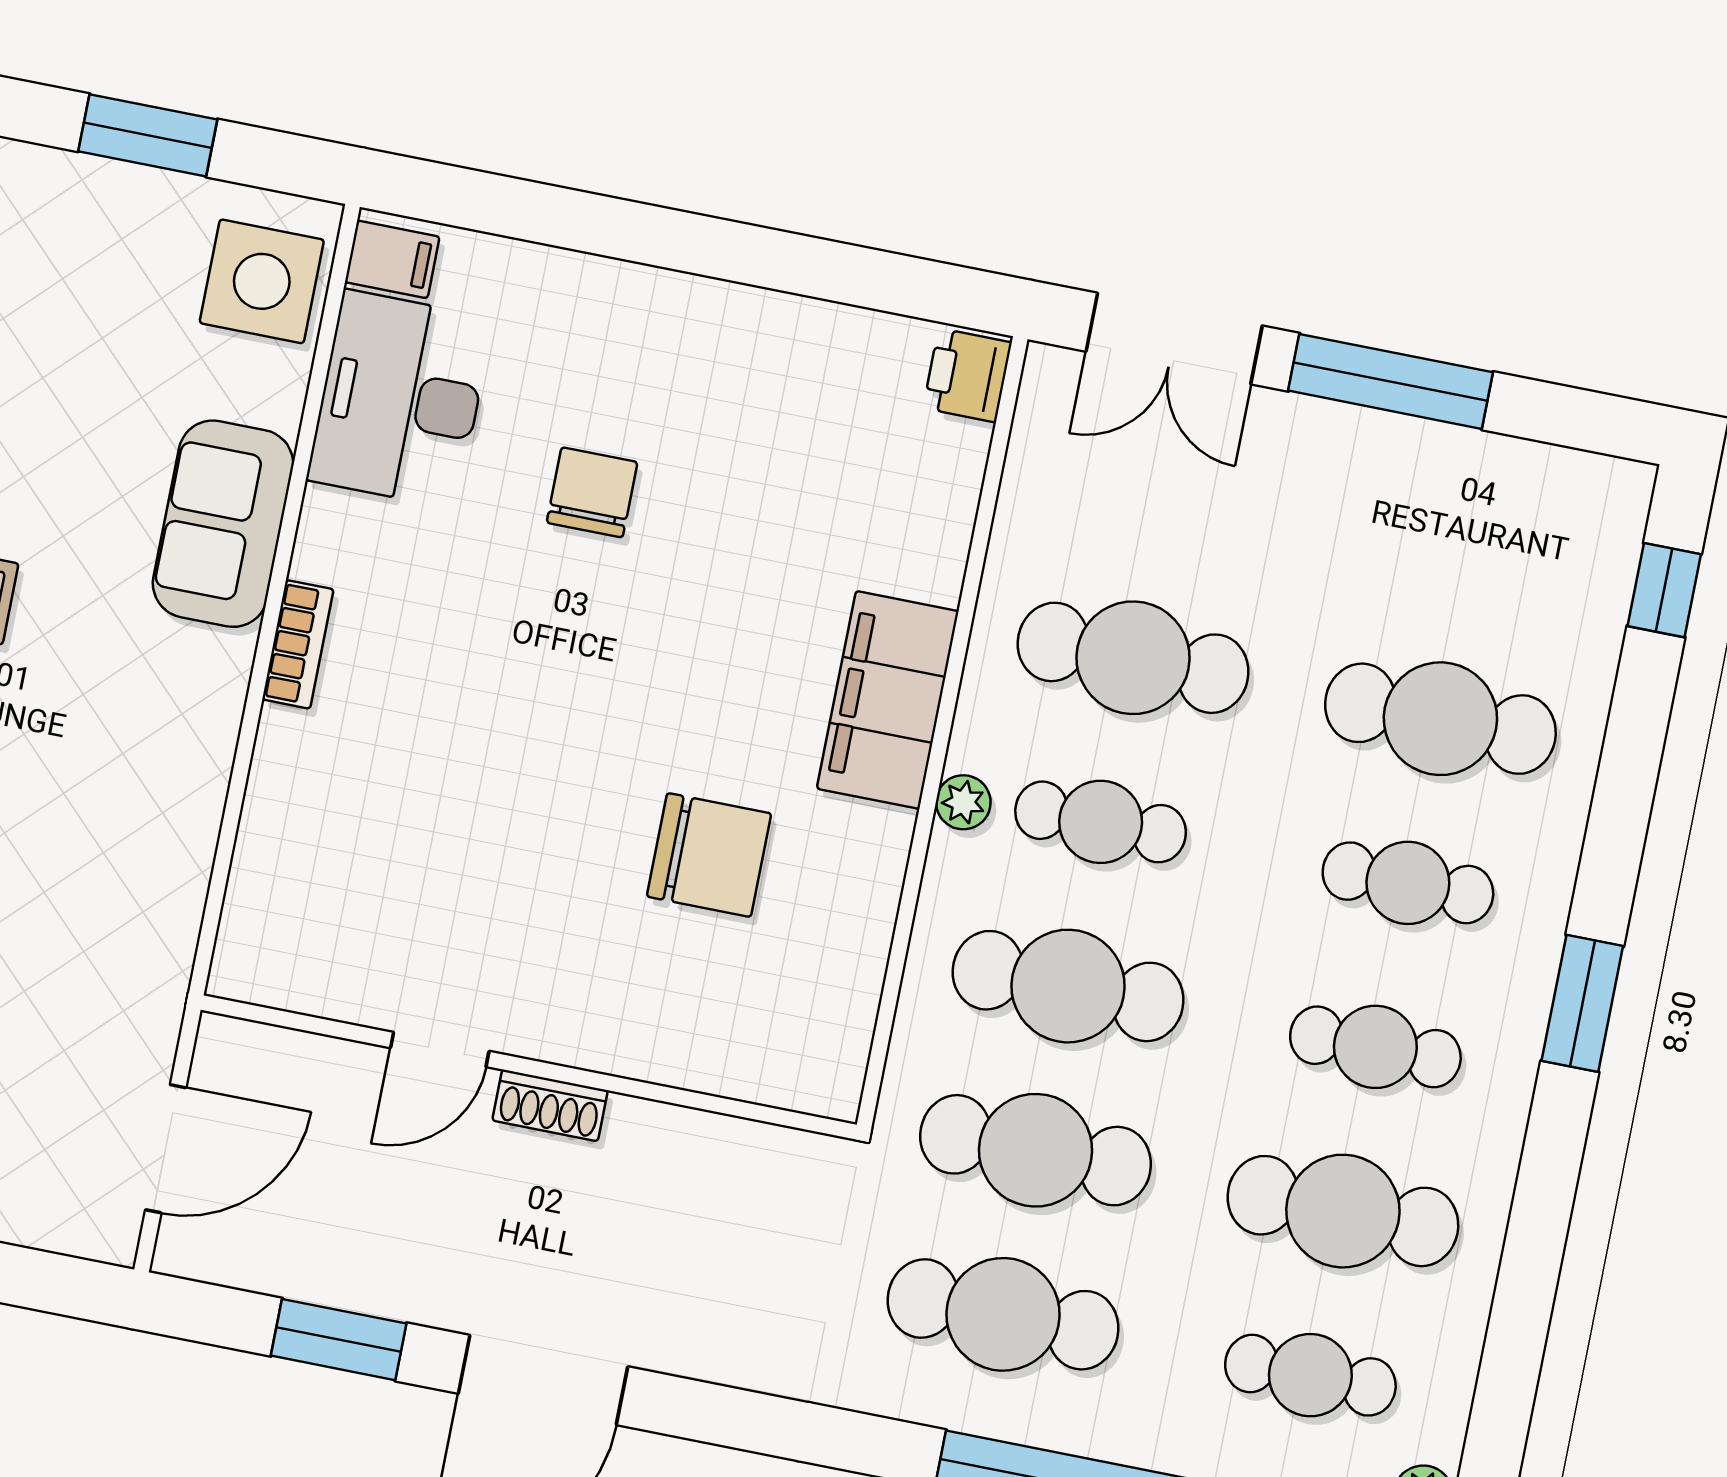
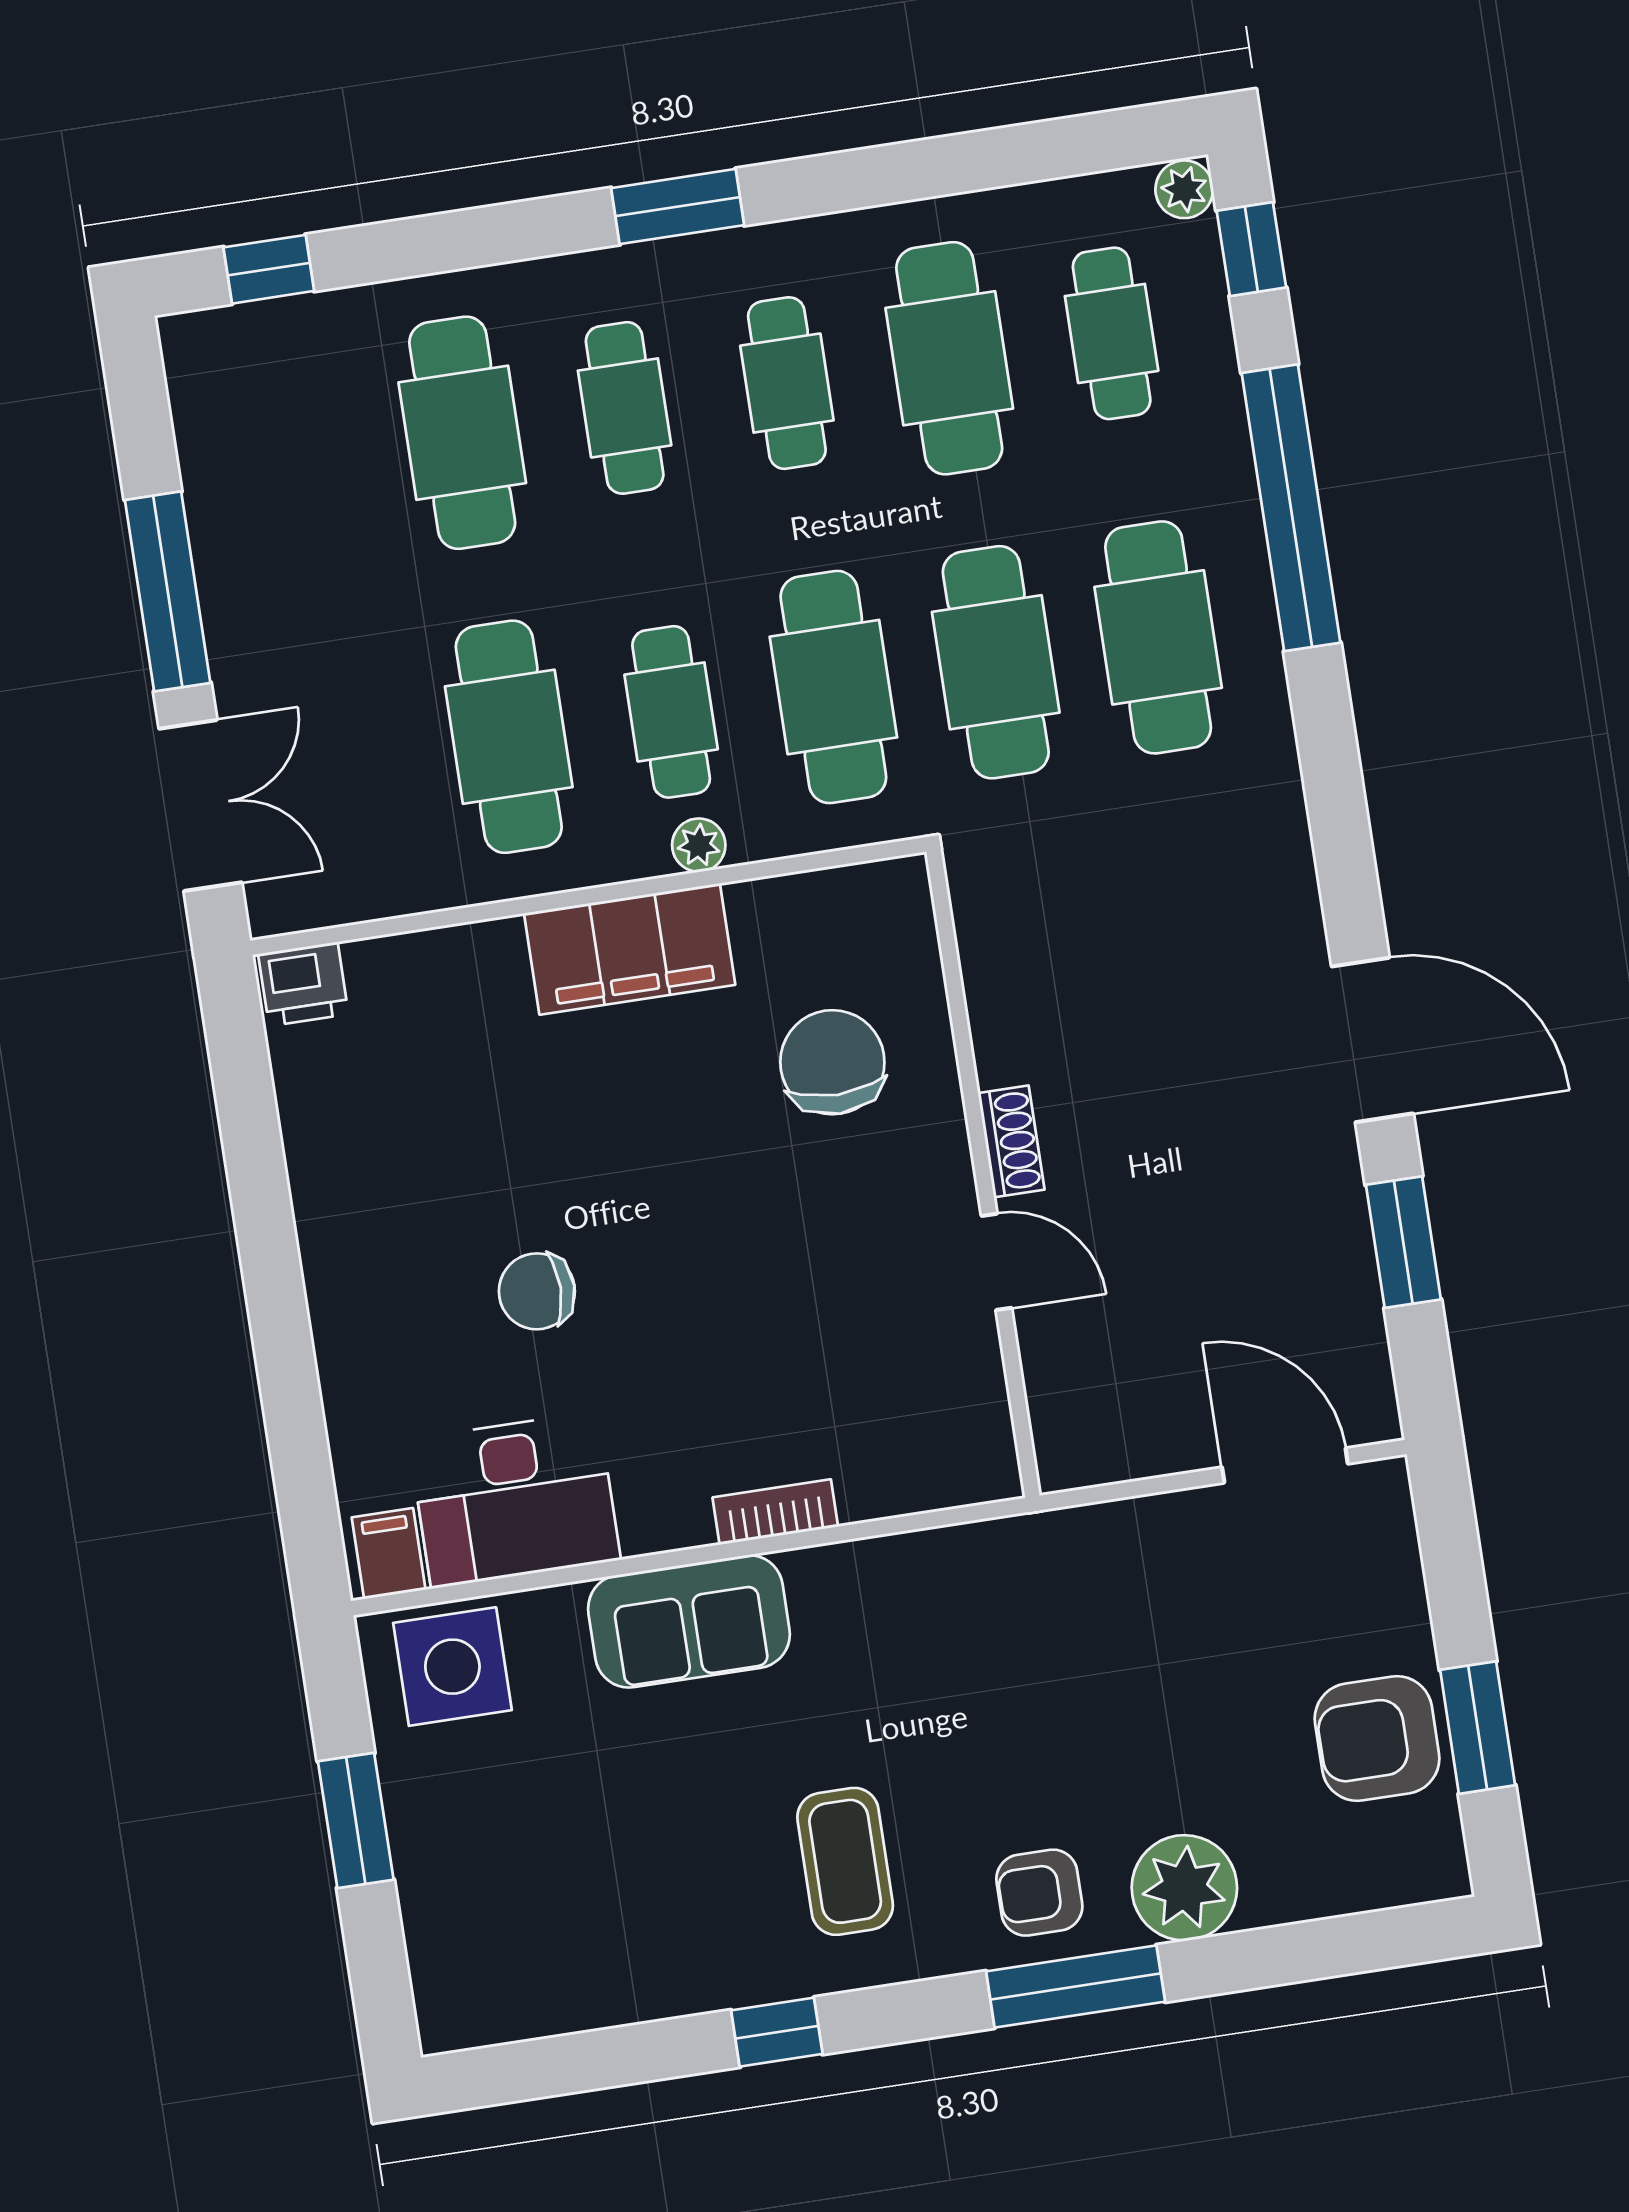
door: (440, 1050) -> (996, 1262), moved
wall: (529, 1067) -> (983, 1174), moved
shoe rack: (550, 1105) -> (1011, 1141), moved

